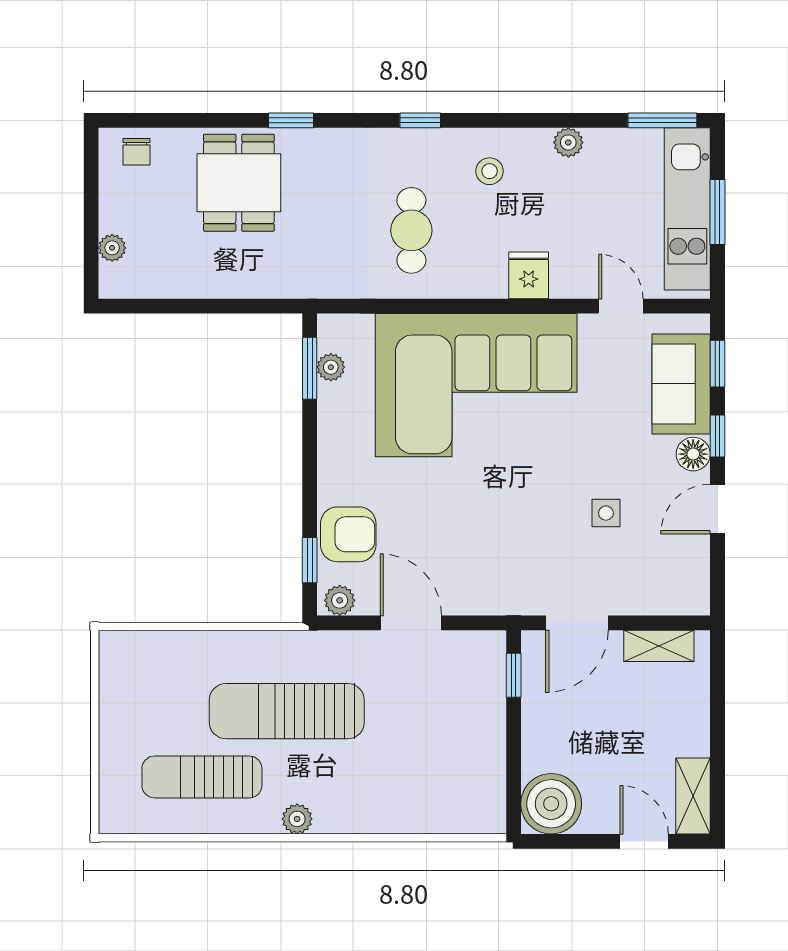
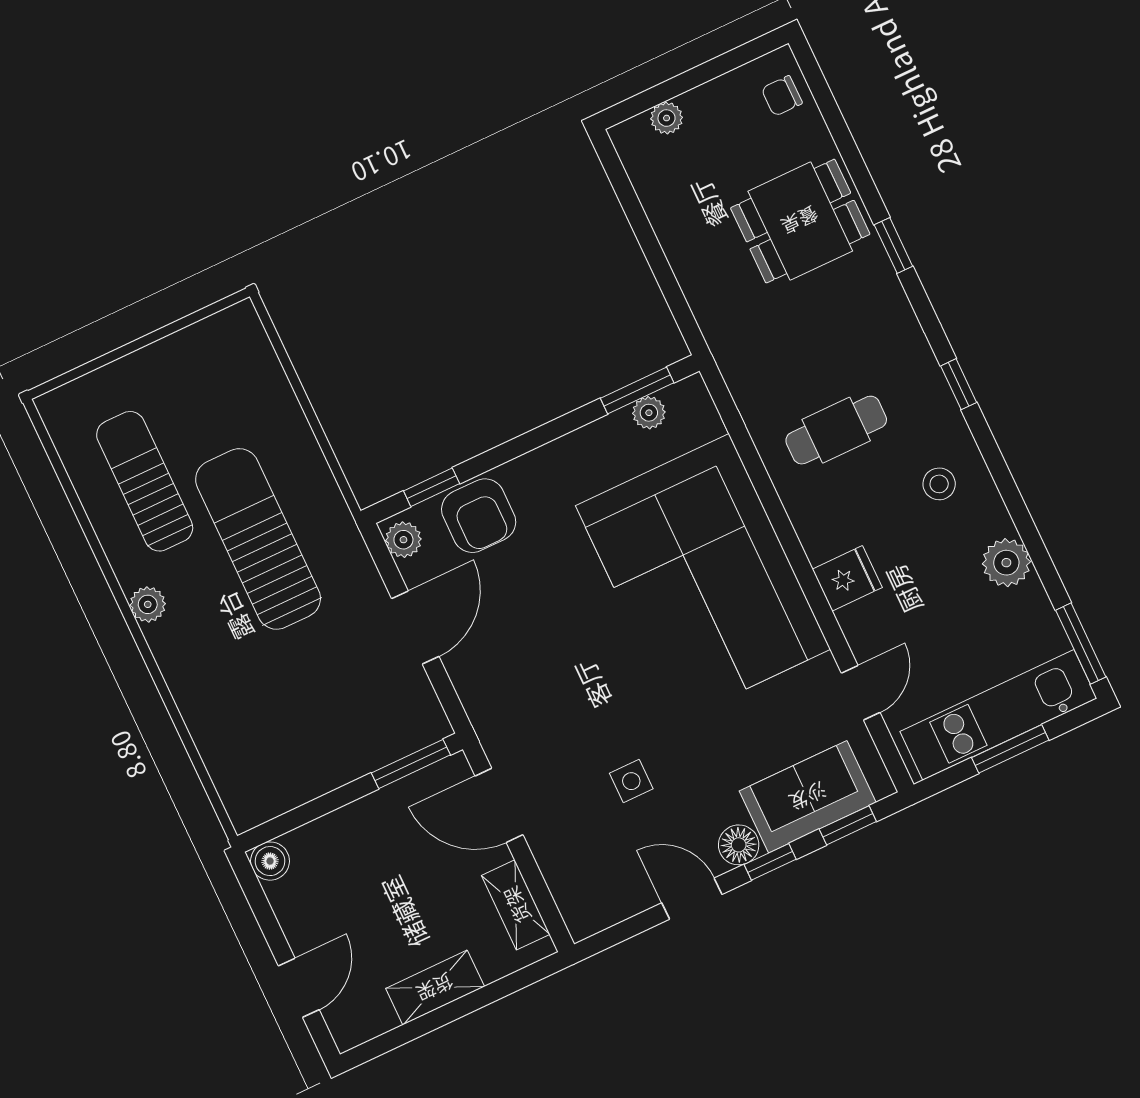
plant: (568, 142) -> (1006, 563), width x1.38, depth x1.38
window: (514, 675) -> (411, 764), width x1.50
shelving: (693, 796) -> (435, 988), moved
boiler: (551, 804) -> (270, 861), width x0.54, depth x0.54

